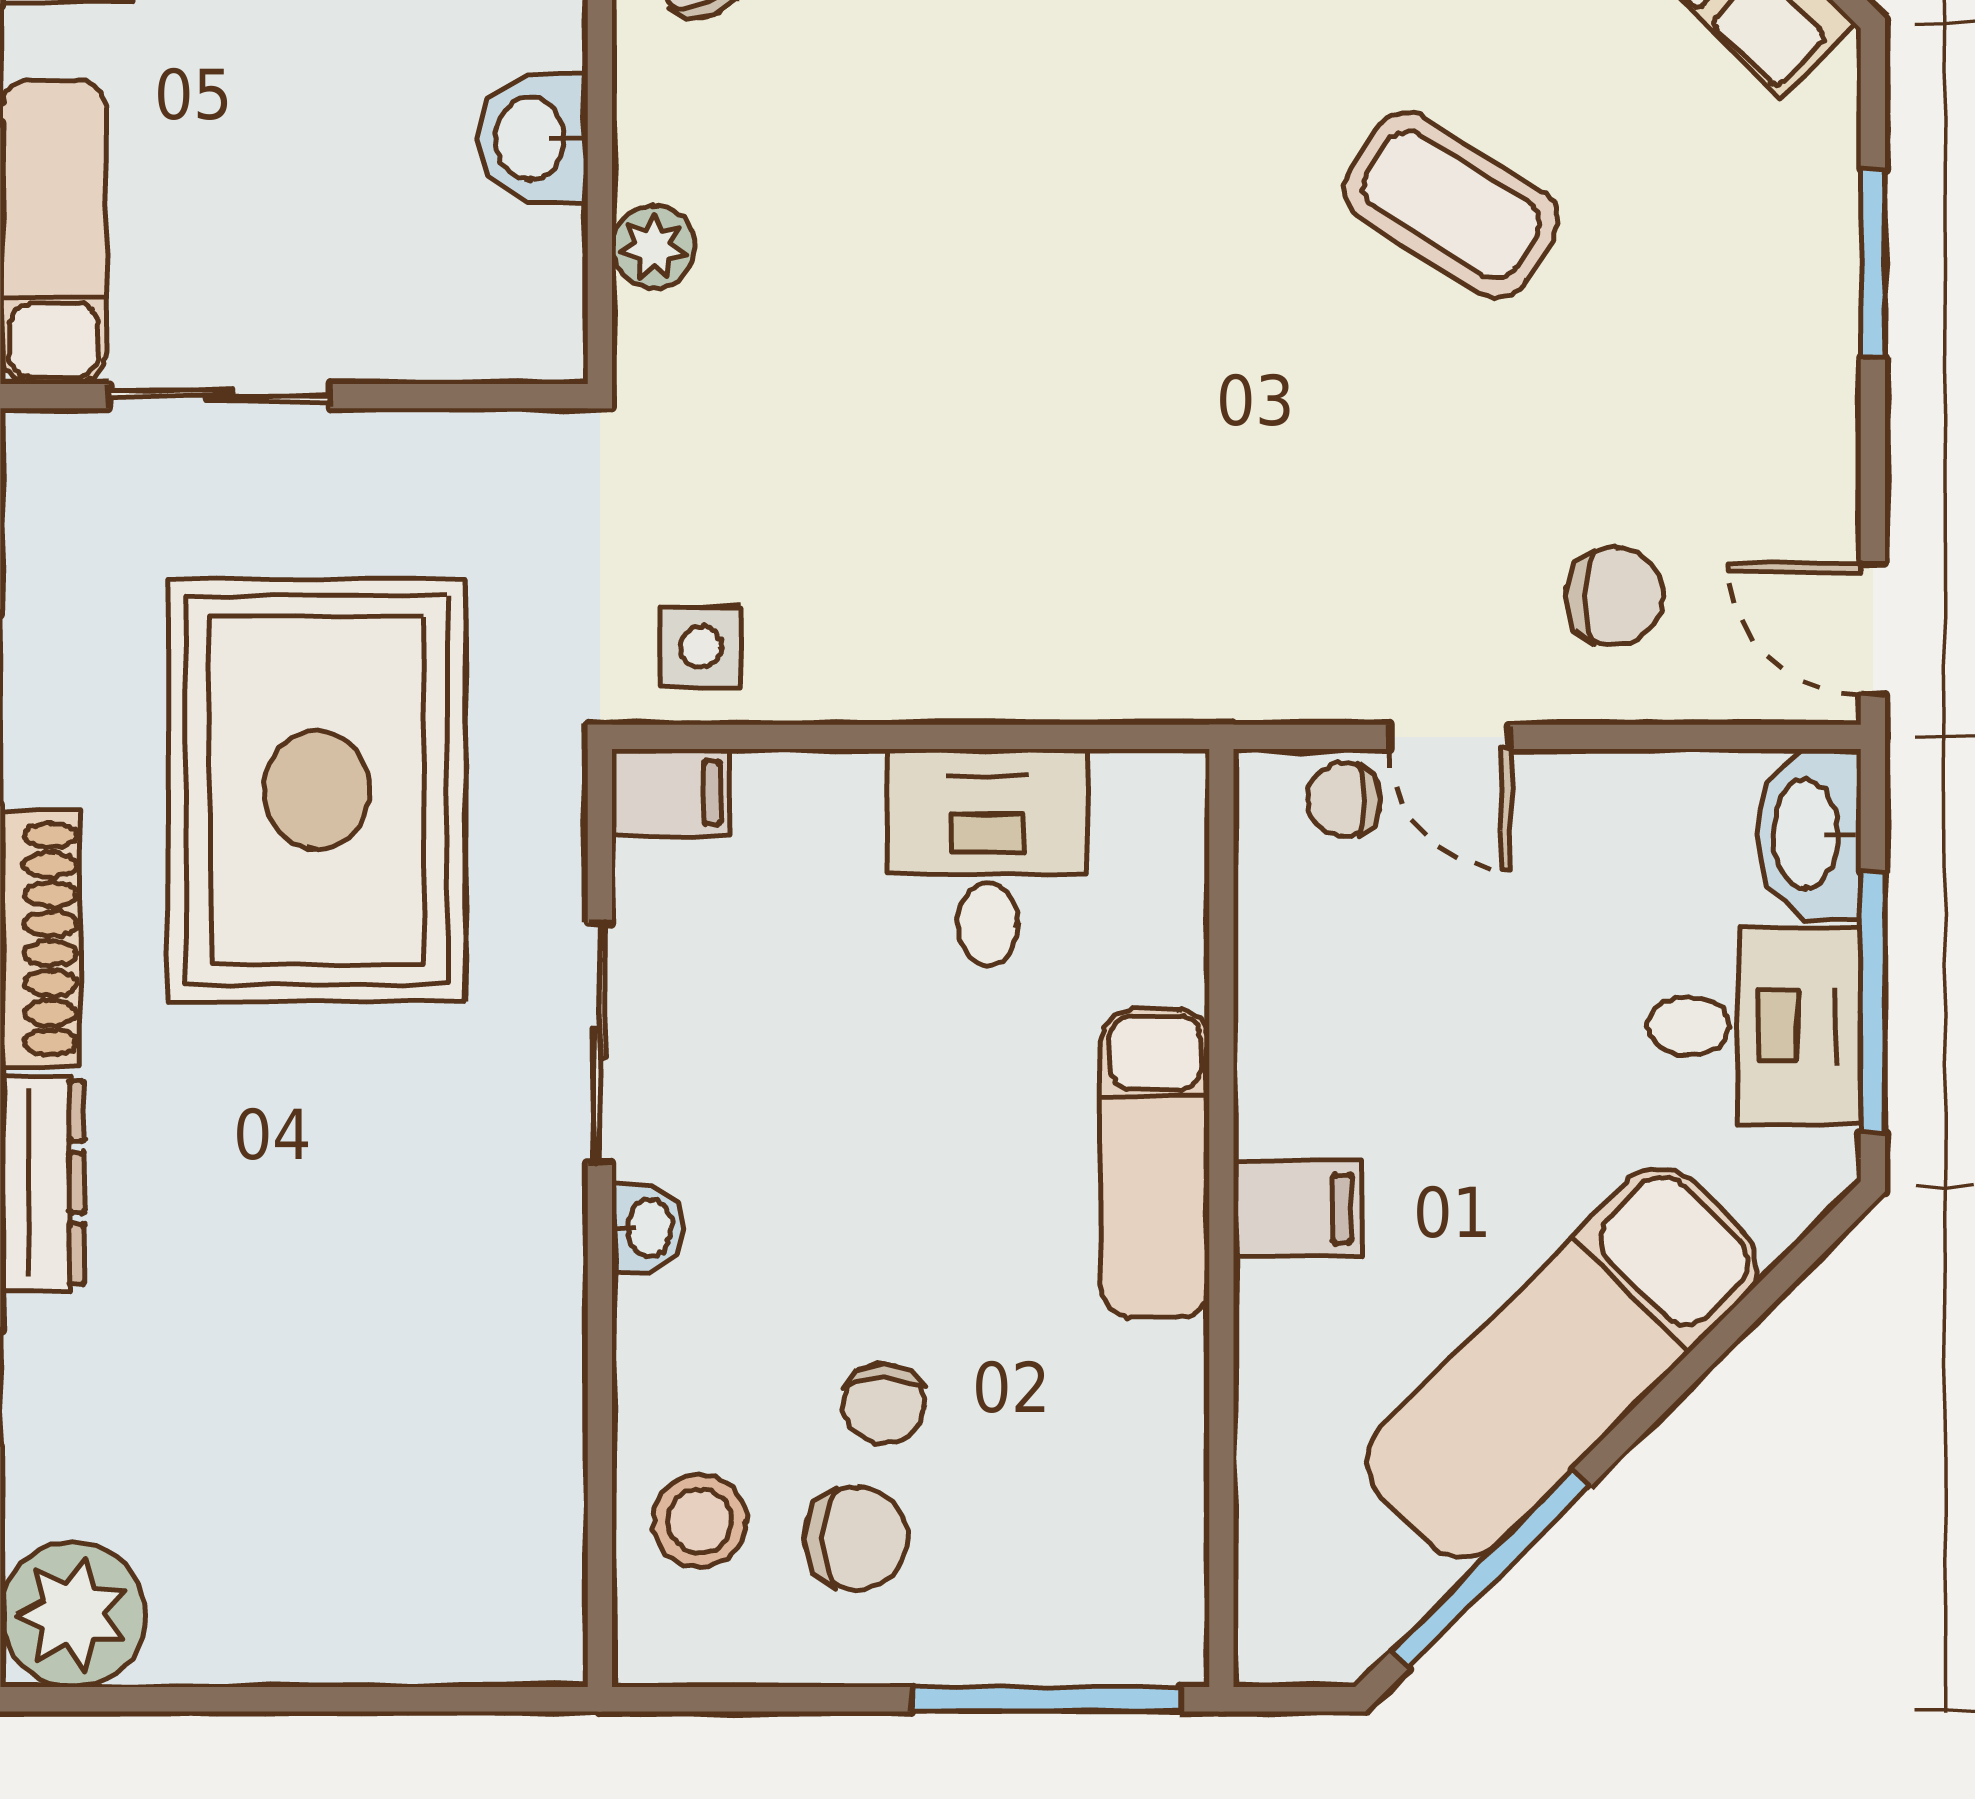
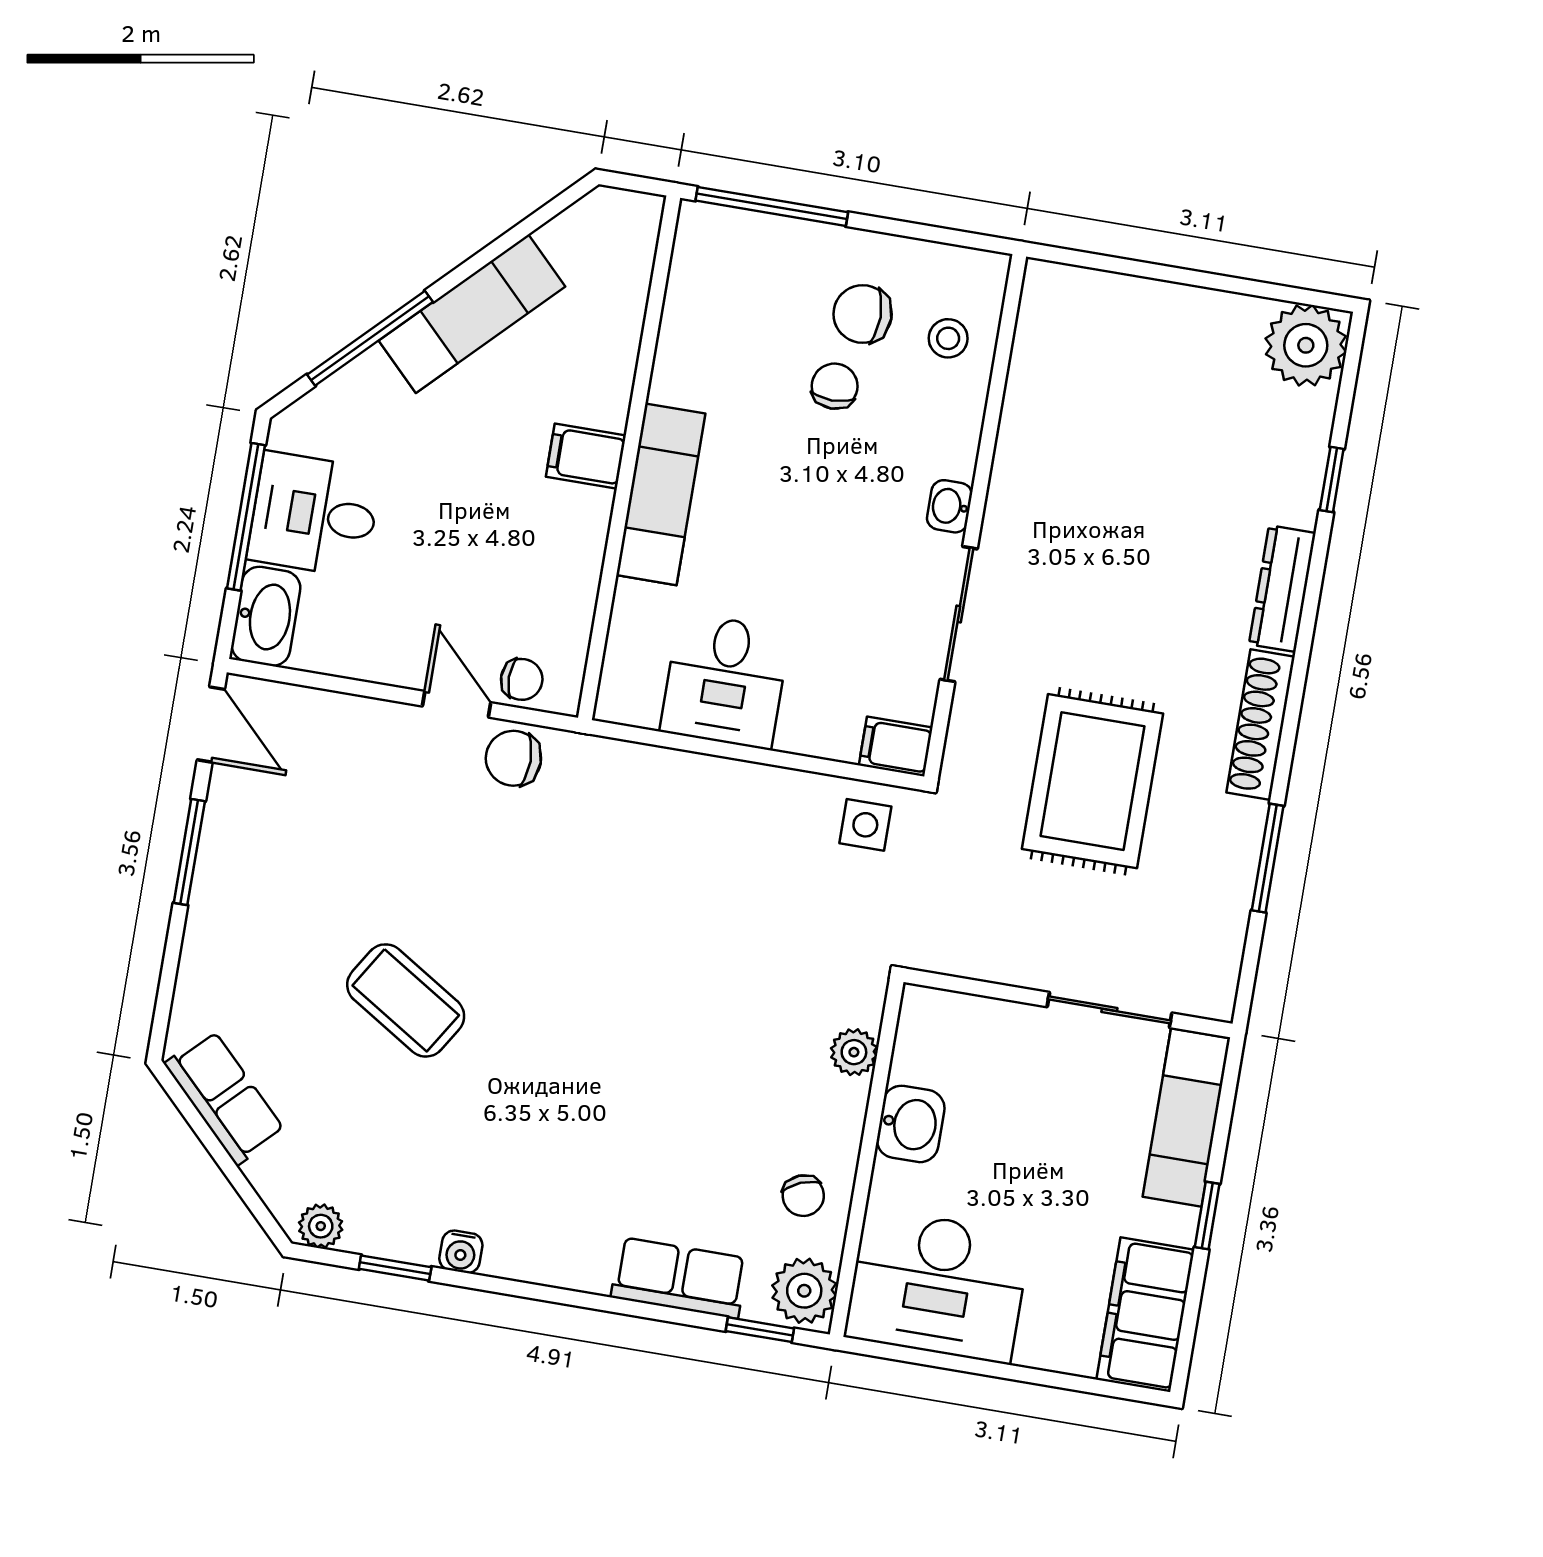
window: (1873, 263) -> (189, 852), moved
chair: (1615, 596) -> (513, 758), moved
rug: (317, 790) -> (1092, 781), width x0.73, depth x0.69
exam couch: (1562, 1364) -> (472, 314), width x0.73, depth x0.69
stool: (700, 1521) -> (948, 338), width x0.73, depth x0.73
window: (1490, 1569) -> (370, 338), moved

